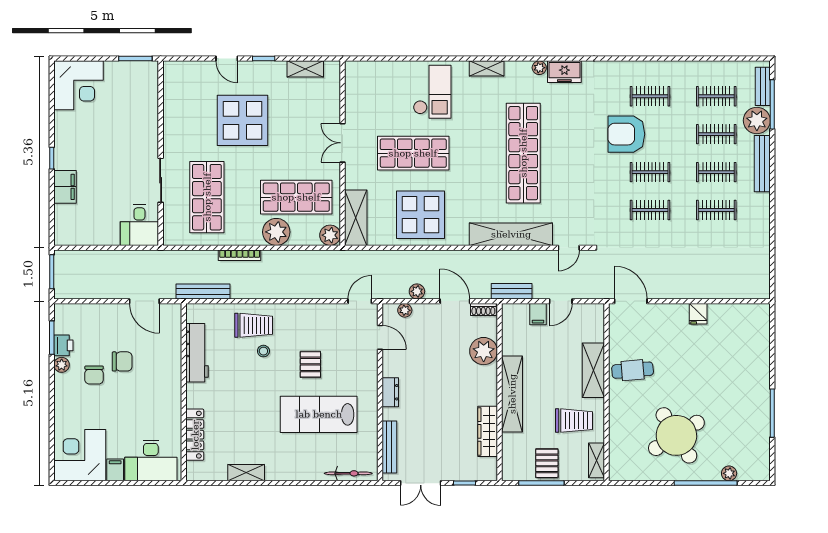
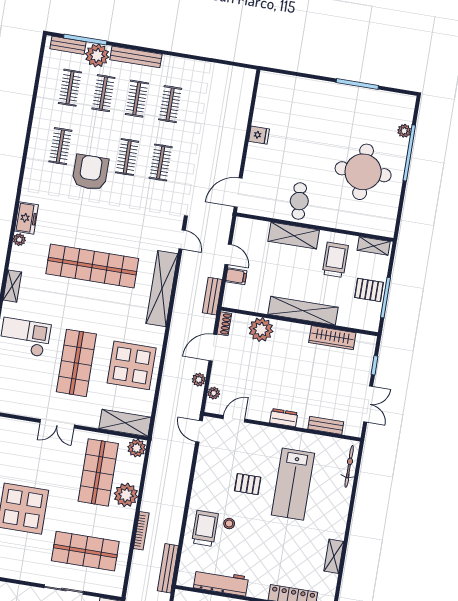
armchair: (626, 134) -> (90, 172), turned 180
round table: (676, 435) -> (363, 172), turned 32
bench: (389, 447) -> (326, 425), width x0.73

